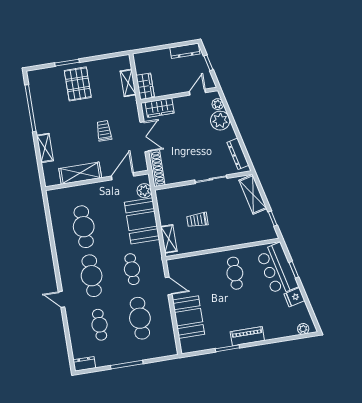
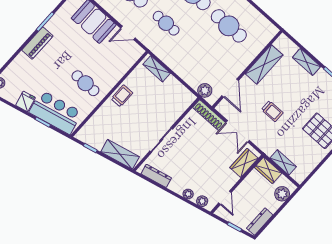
plant: (149, 59) -> (282, 194), added
plant: (220, 121) -> (188, 194), width x0.53, depth x0.53
trolley: (197, 220) -> (122, 96), moved
booth: (142, 221) -> (188, 66), removed

